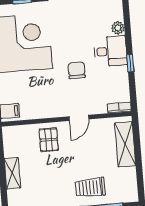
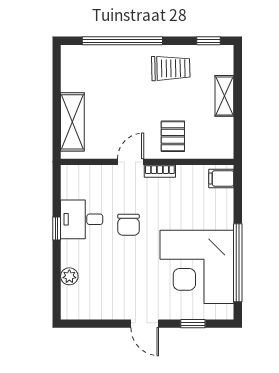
desk: (110, 51) -> (82, 219), moved
bookcase: (119, 108) -> (160, 171), moved
trolley: (90, 188) -> (171, 68), moved

